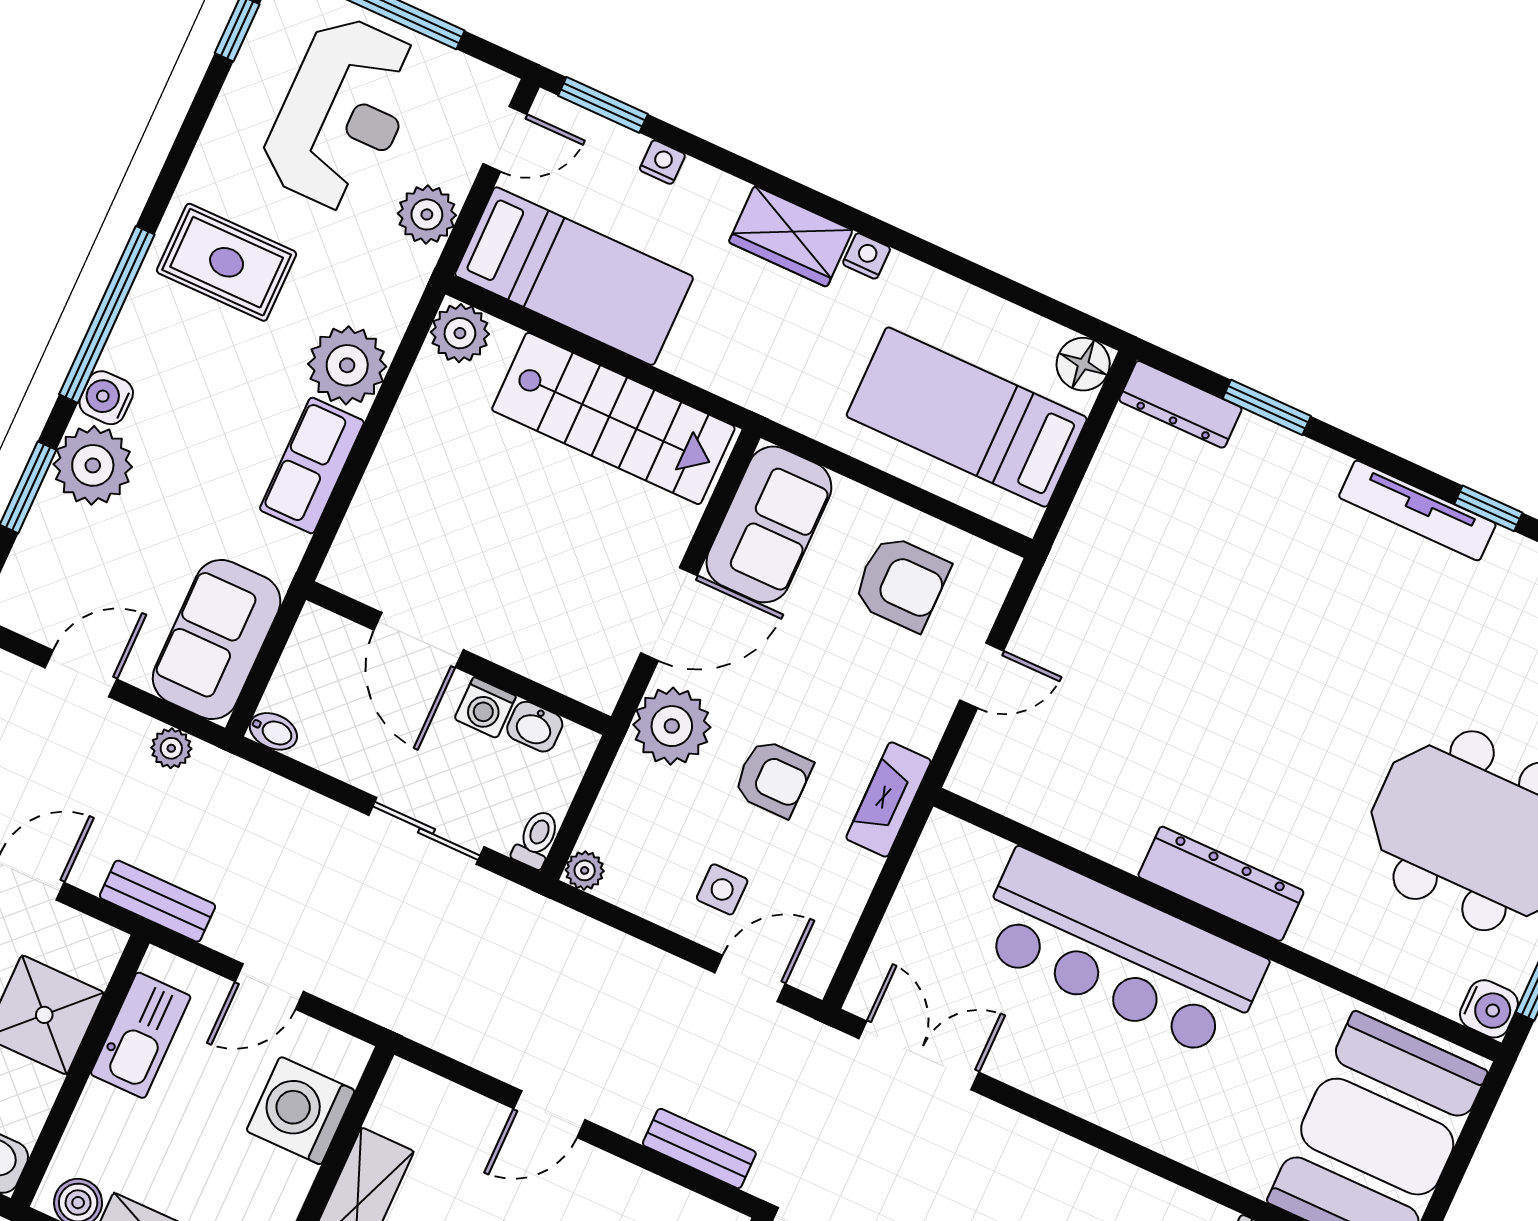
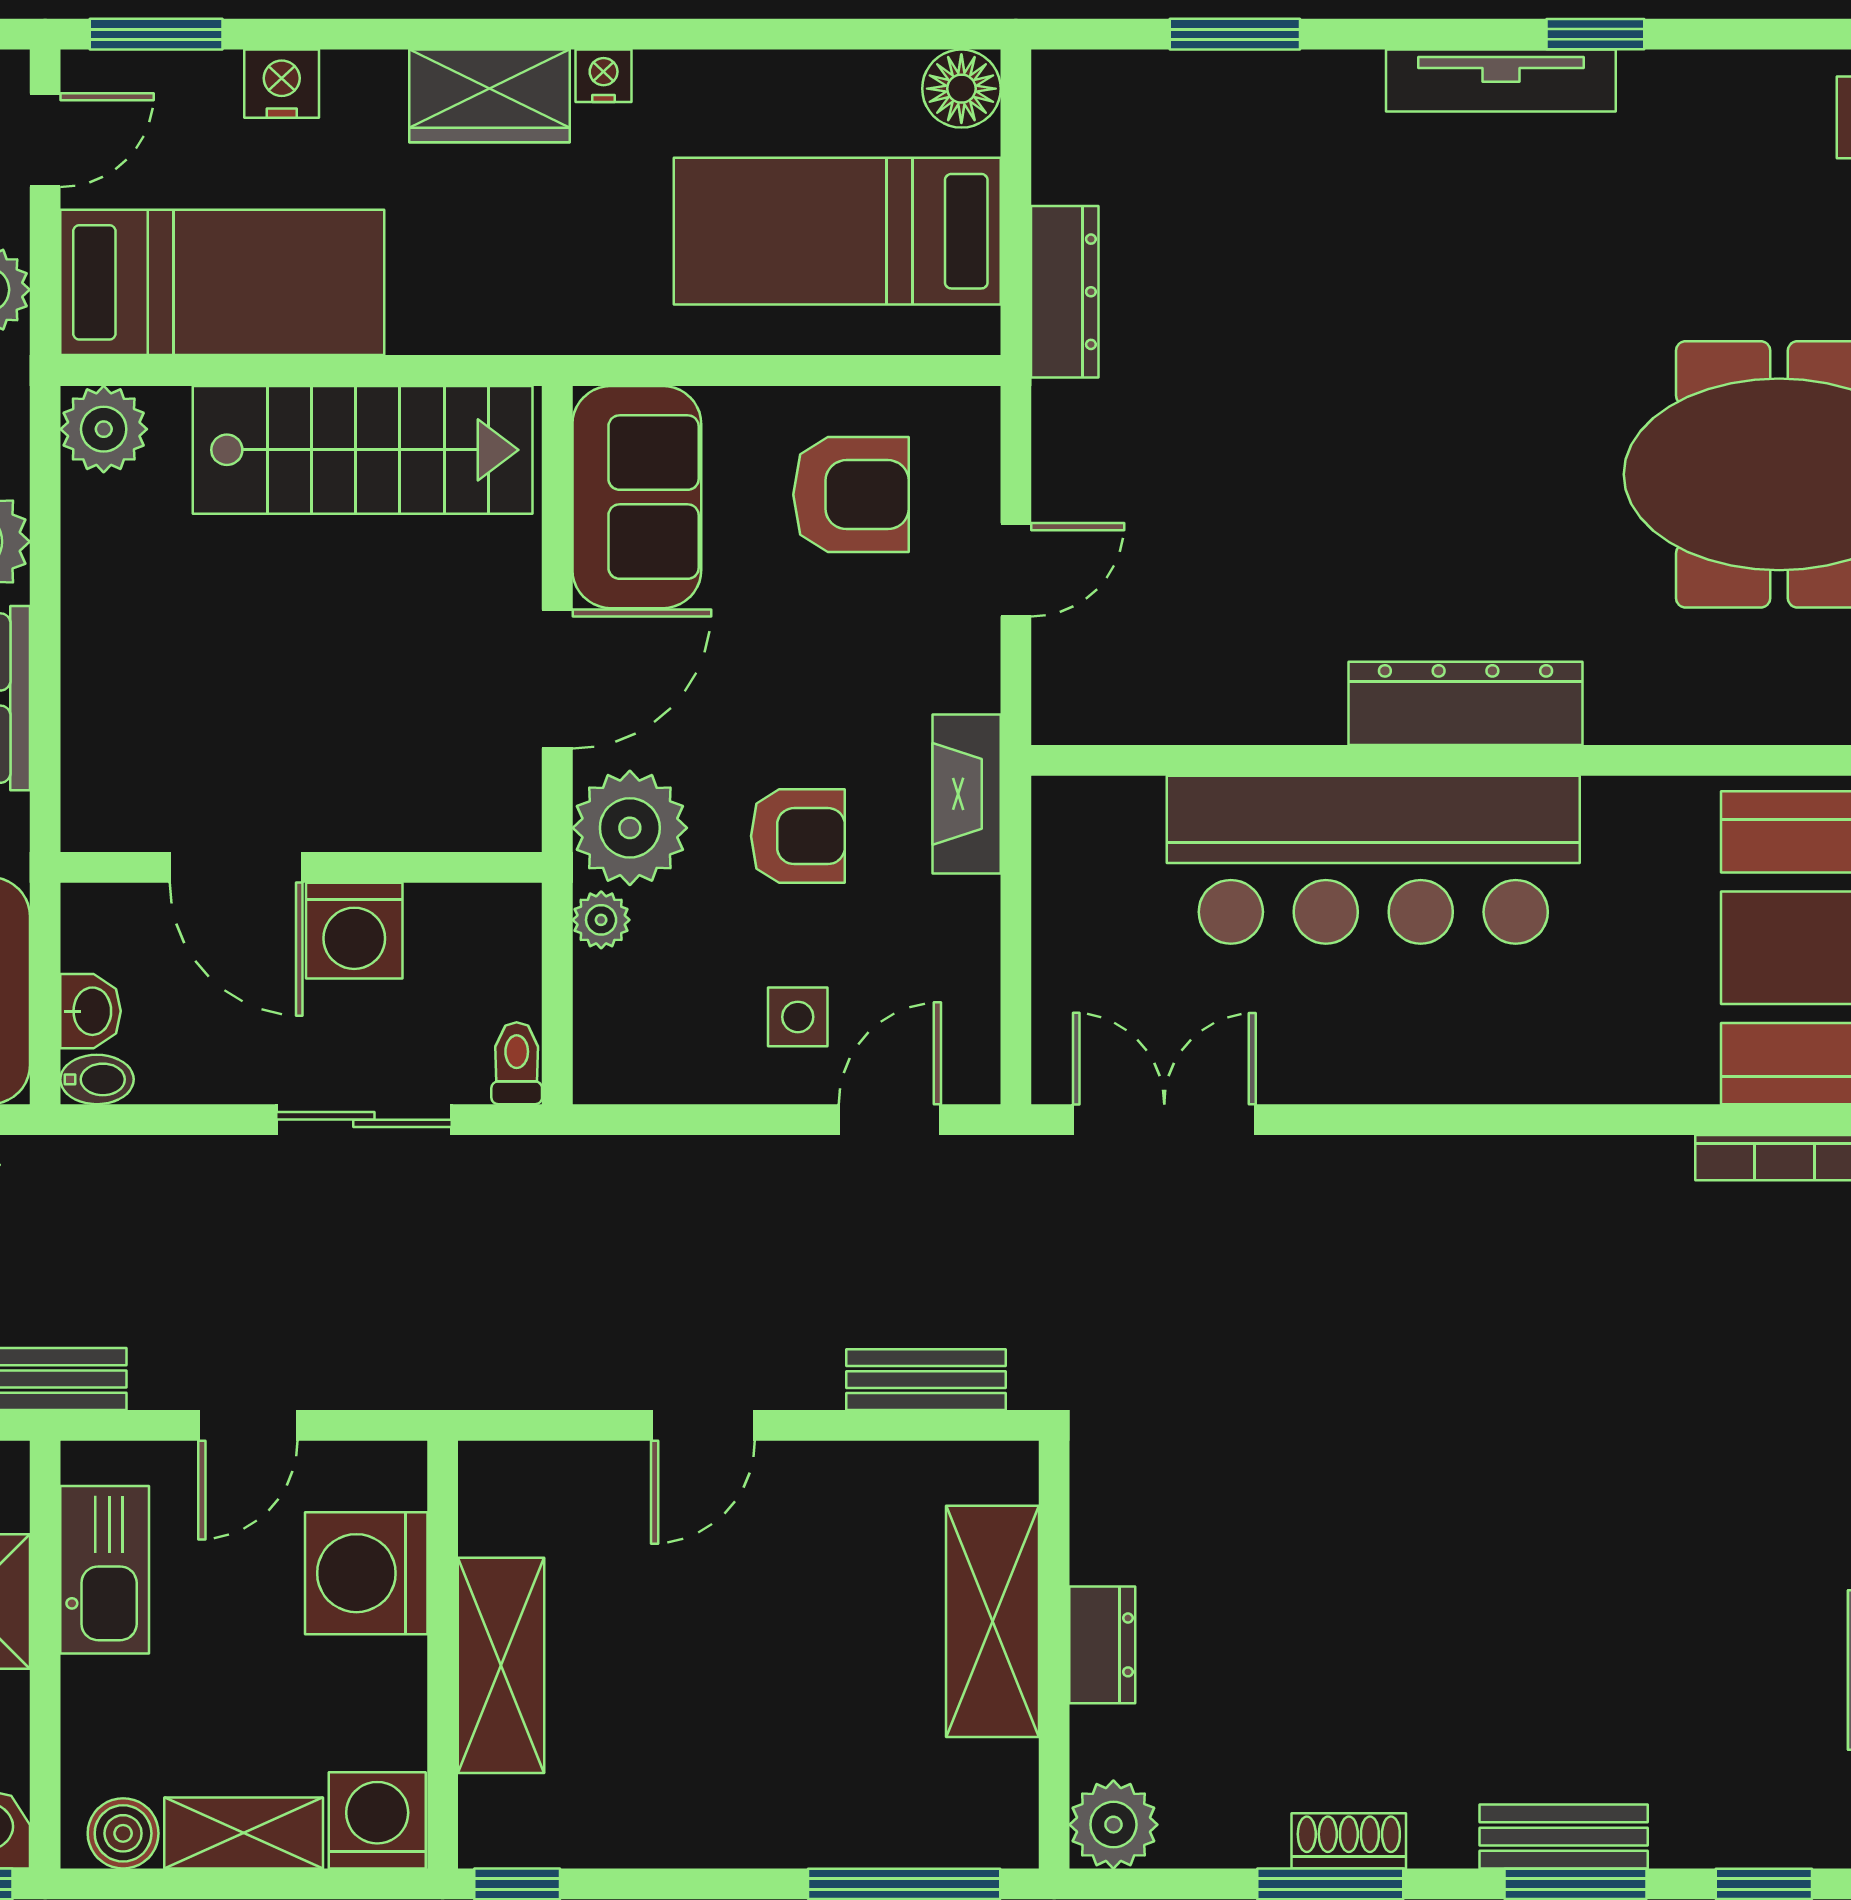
nightstand: (662, 162) -> (282, 84), width x1.39, depth x1.35
dresser: (1180, 404) -> (1065, 292), moved, turned -90
washing machine: (485, 708) -> (354, 931), width x1.38, depth x1.38
washbasin: (535, 727) -> (91, 1011), moved, turned -90
plant: (585, 870) -> (601, 920), moved

